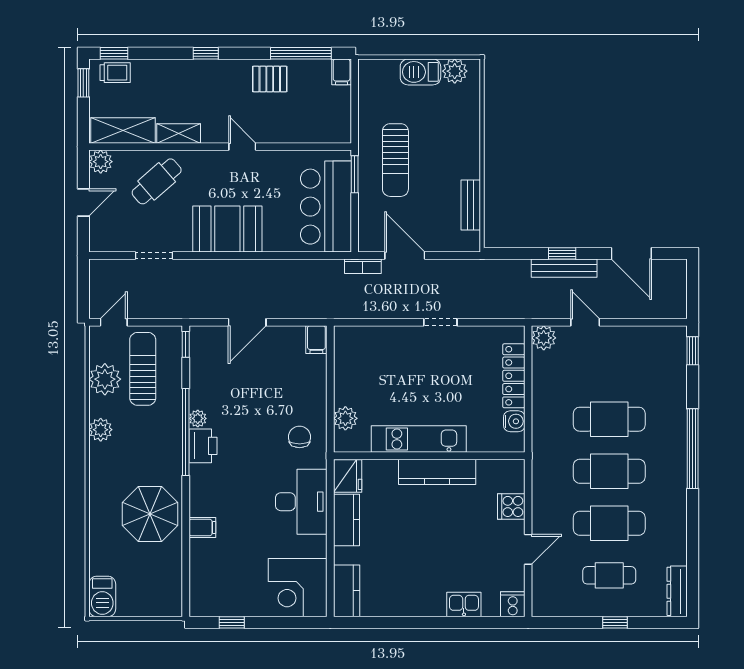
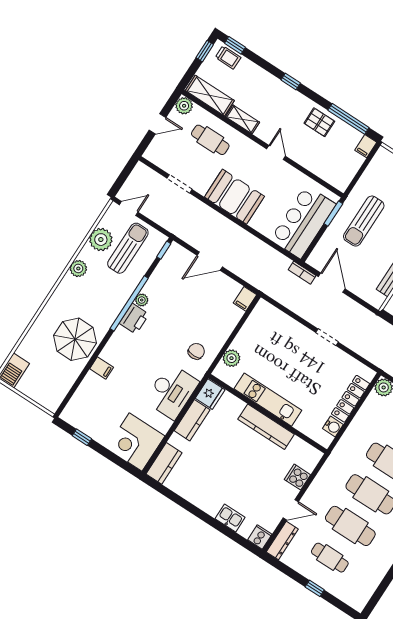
cafe table: (157, 181) -> (210, 140), turned 41
dresser: (677, 591) -> (282, 540), moved, turned 180

